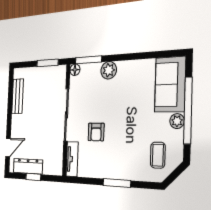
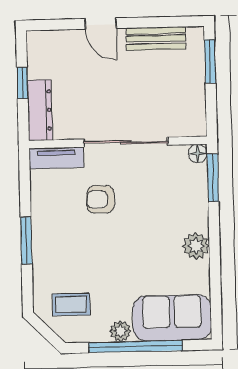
window: (47, 63) -> (210, 61), moved
plant: (109, 70) -> (196, 246), moved
door: (8, 147) -> (101, 24), moved
dresser: (28, 166) -> (40, 110), moved

